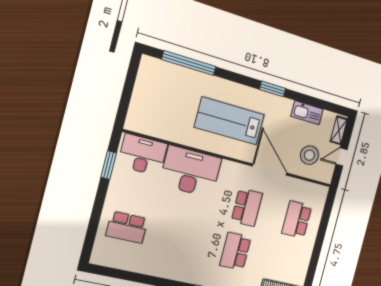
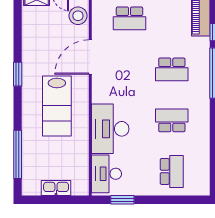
kitchen sink: (307, 113) -> (56, 188), moved, turned -90
stool: (309, 155) -> (78, 16), moved
school desk: (247, 207) -> (172, 120), moved

